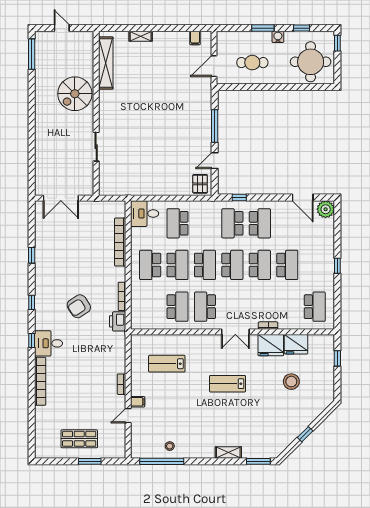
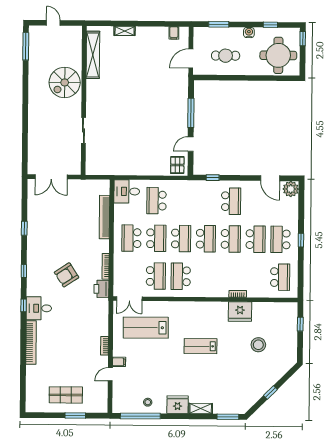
window: (263, 28) -> (219, 24), moved
school desk: (232, 223) -> (280, 239), moved
double door: (235, 332) -> (129, 299), moved
fridge: (296, 344) -> (178, 405), moved, turned 180
lab bench: (167, 364) -> (146, 328), width x1.36, depth x1.39

